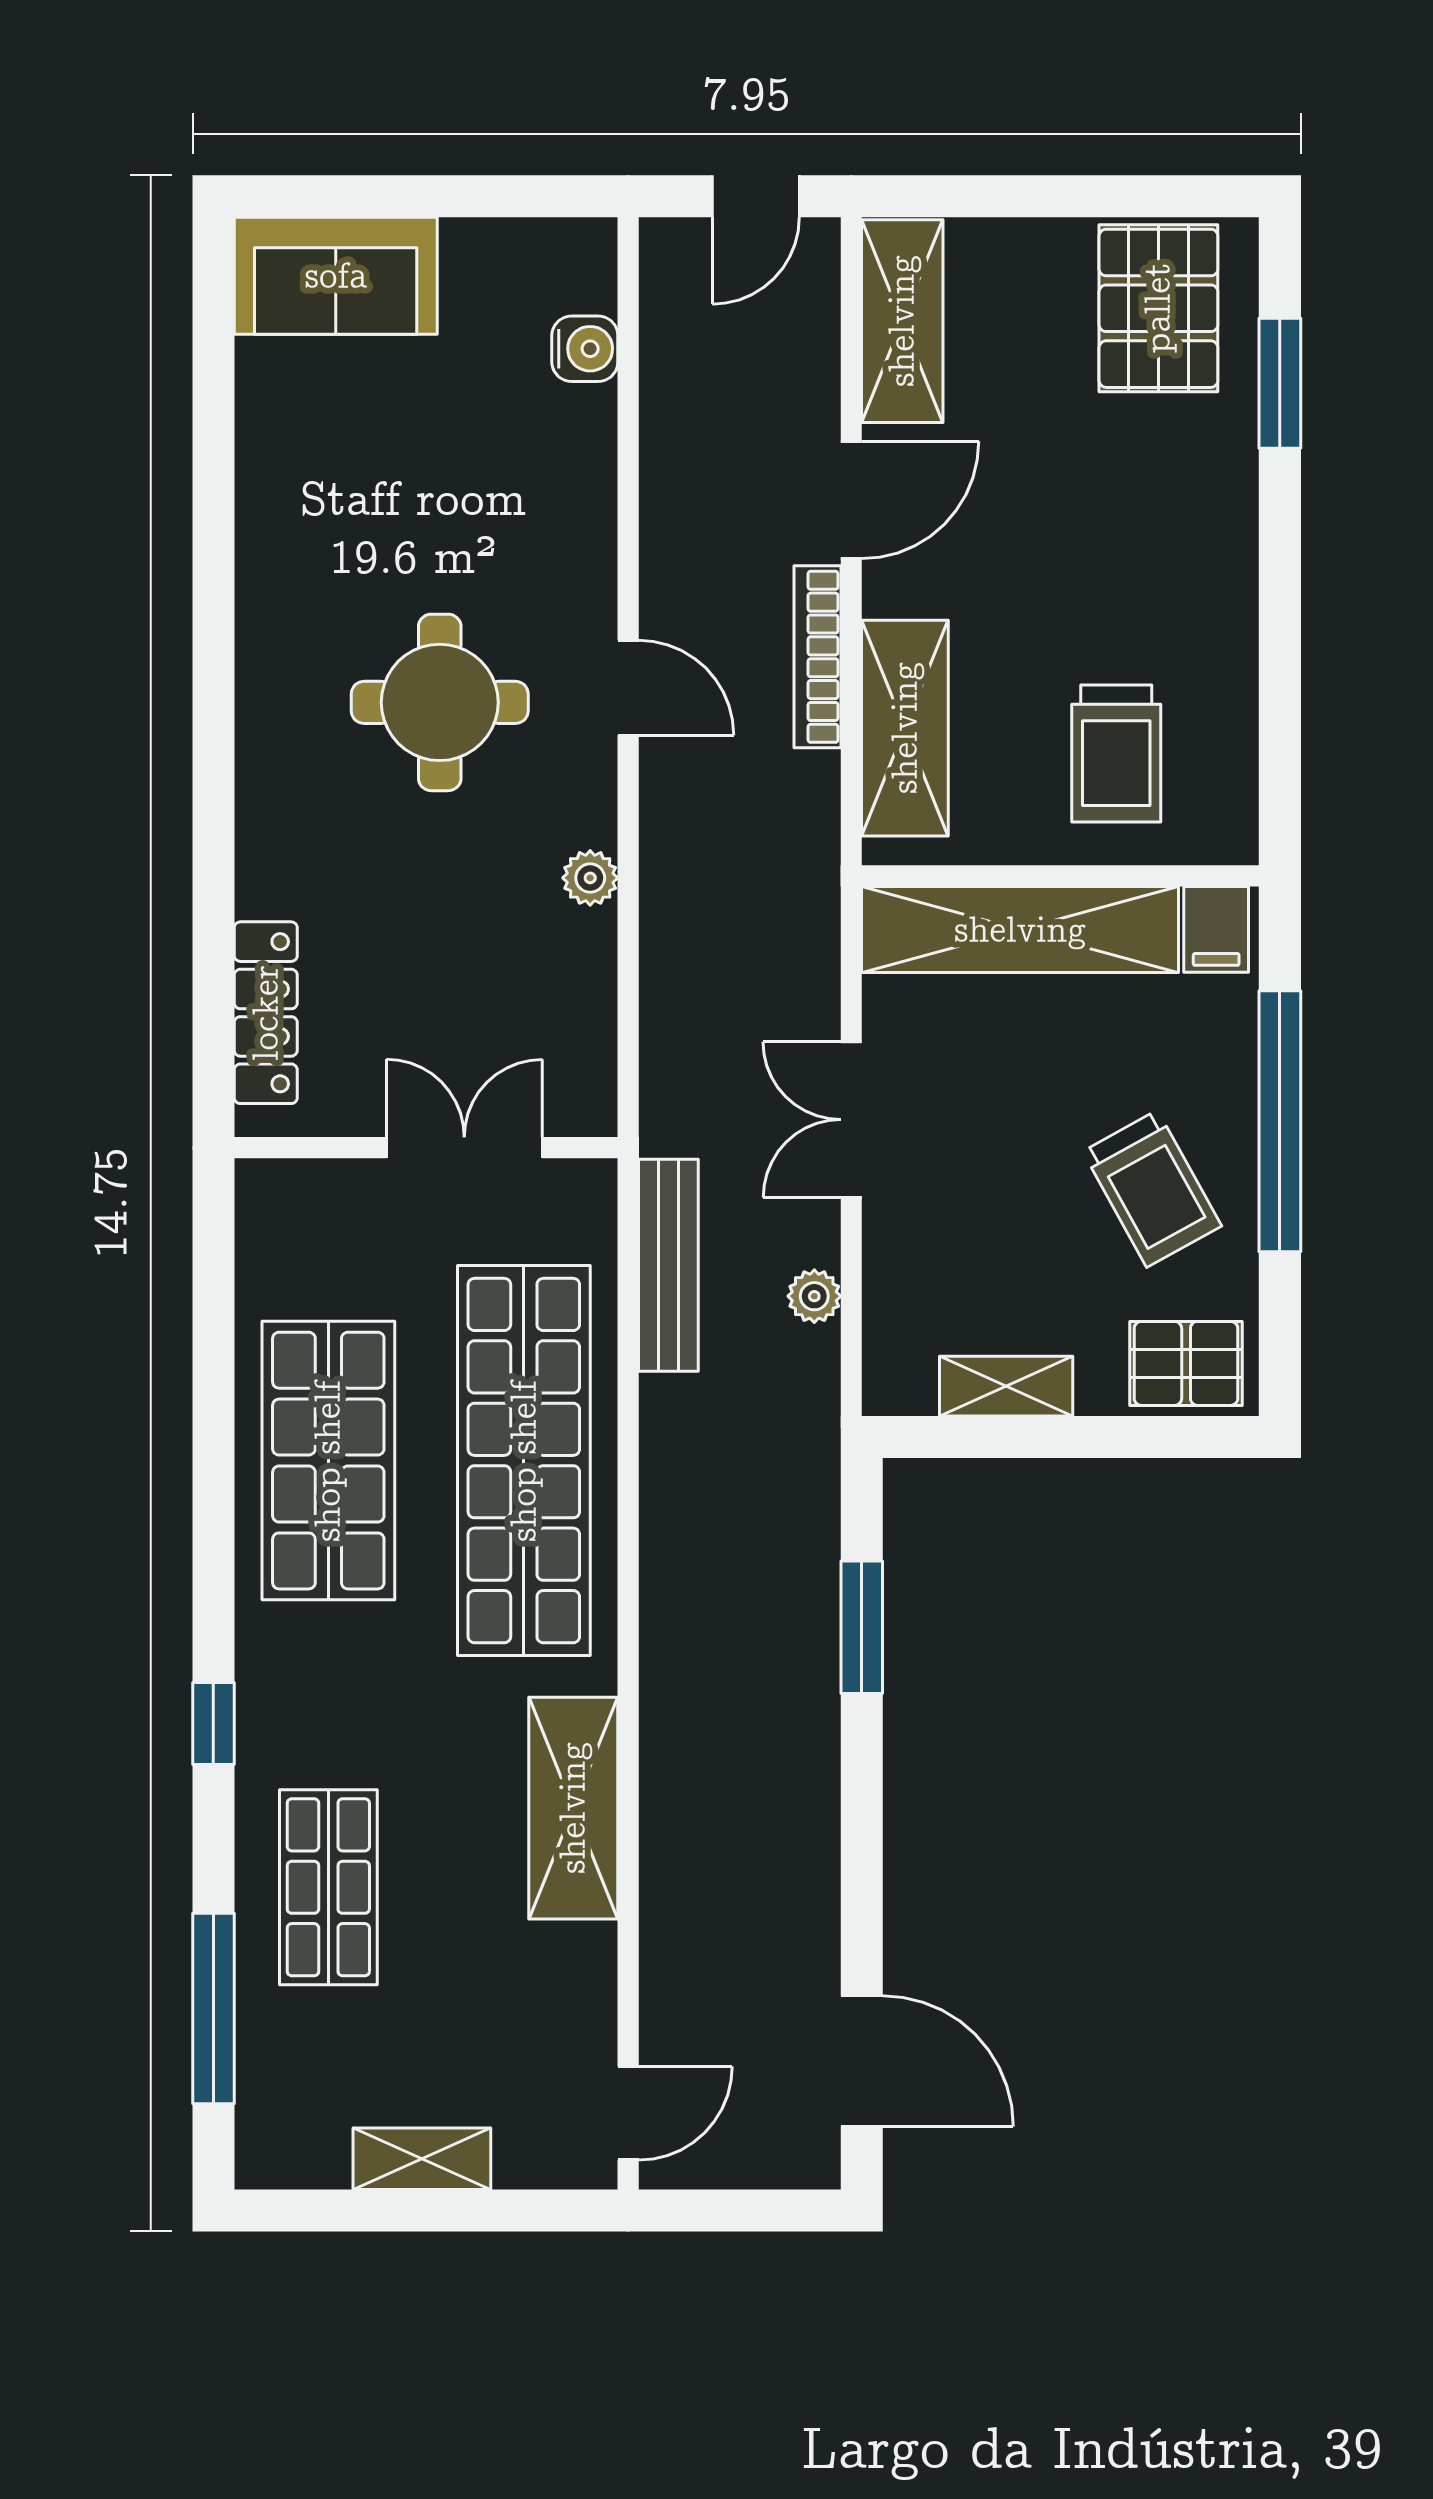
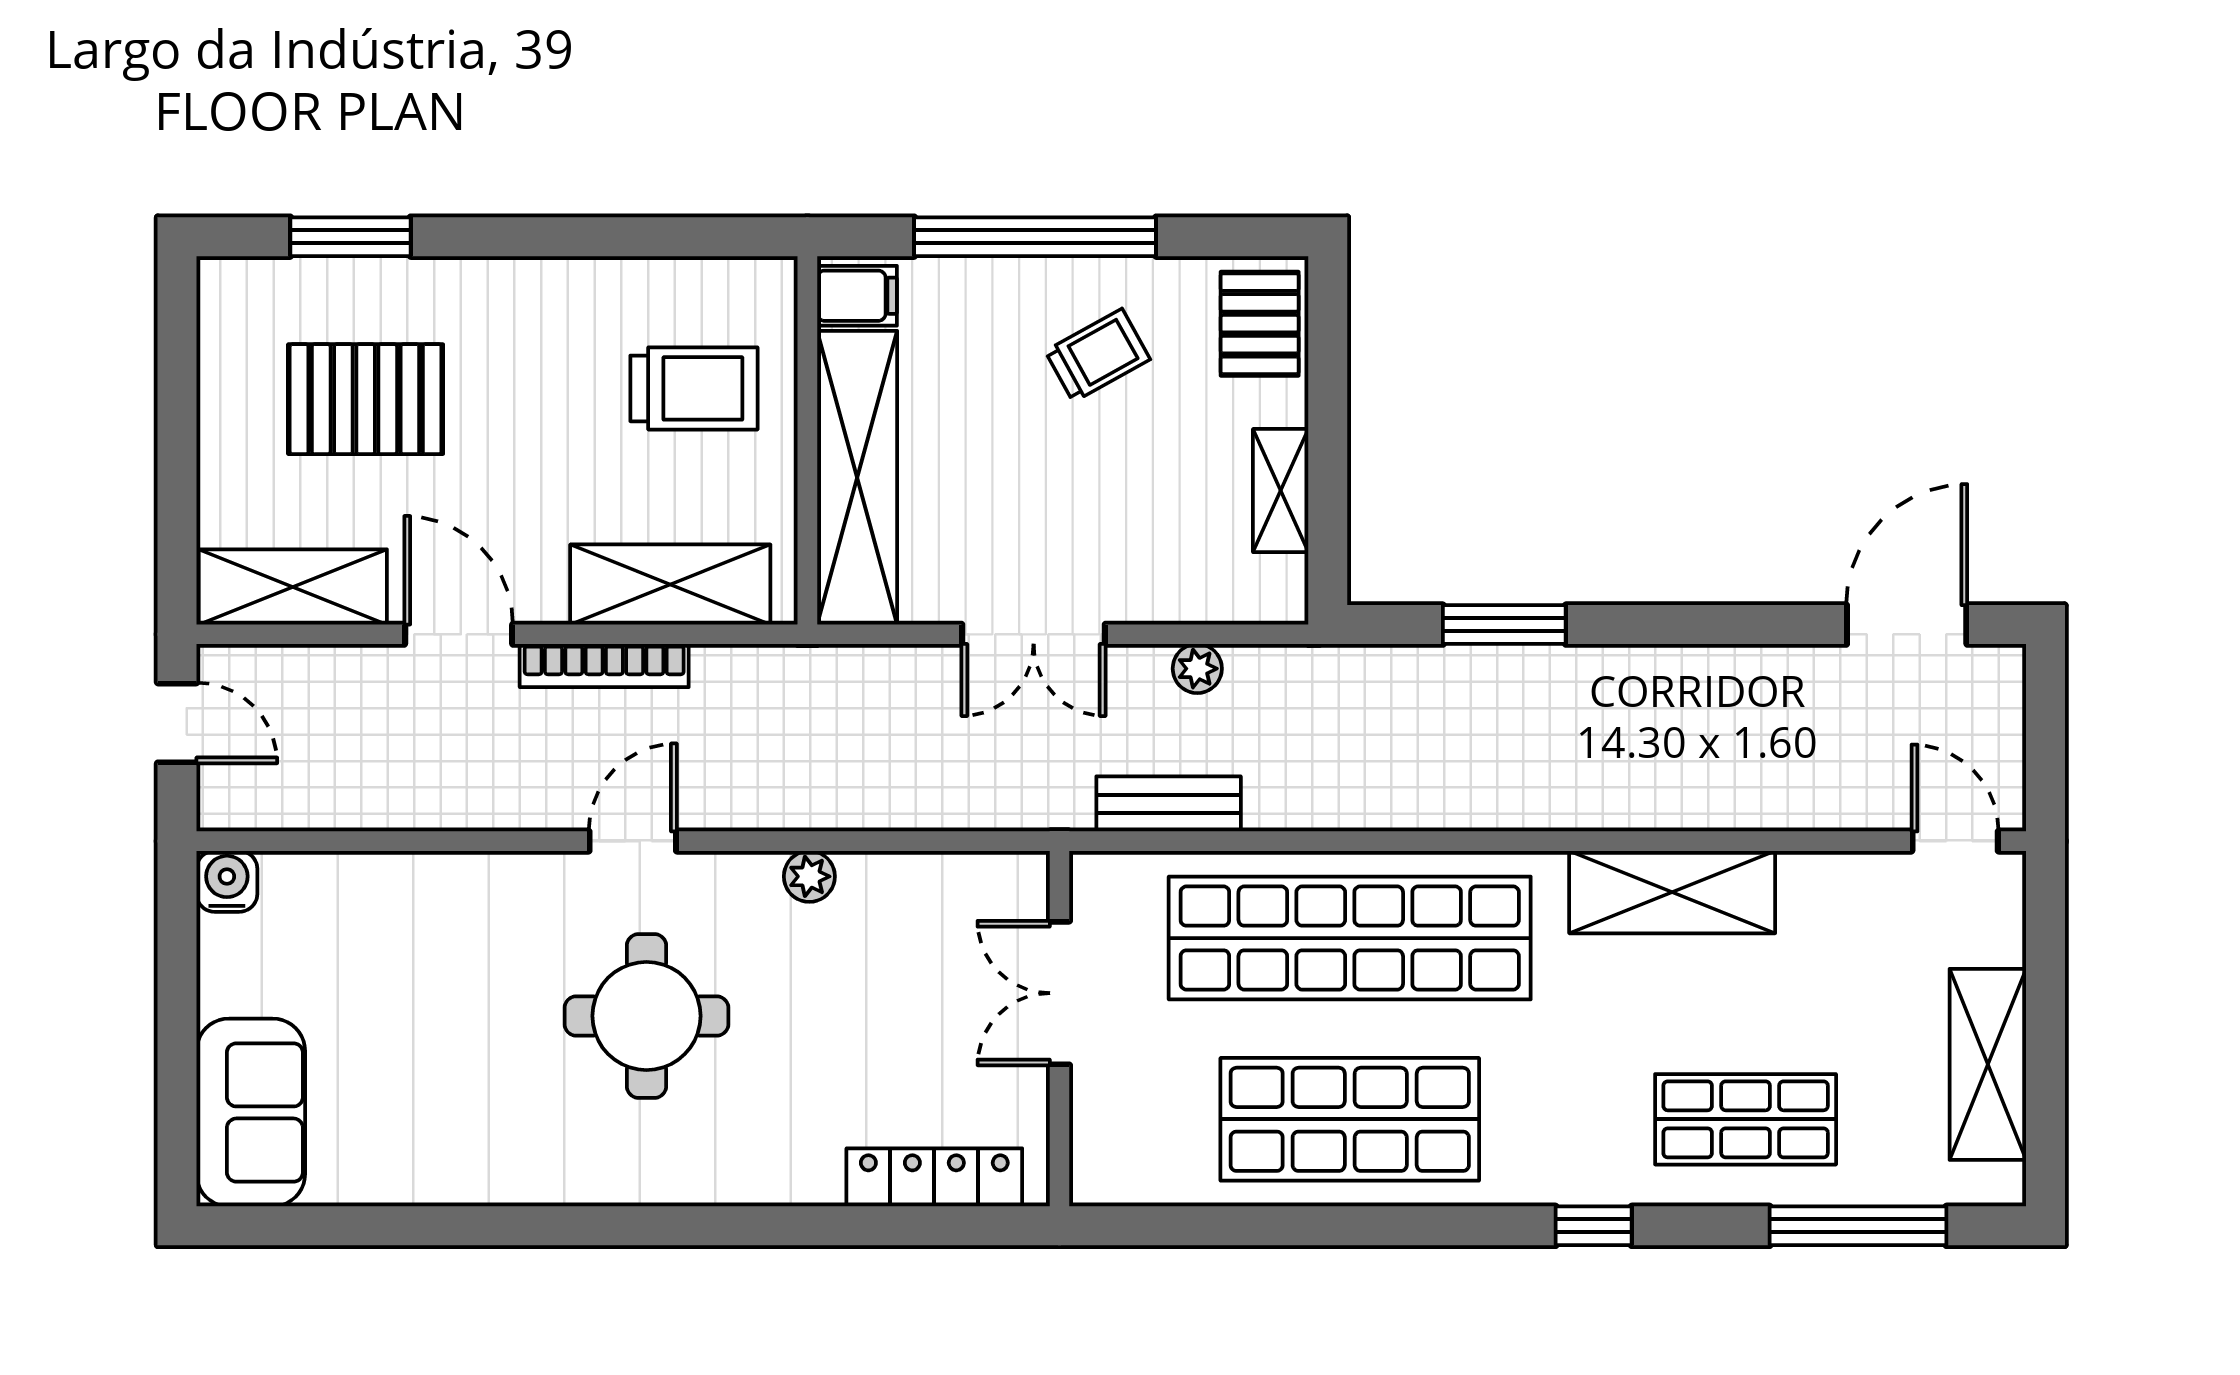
pallet: (1158, 308) -> (366, 399), moved
water cooler: (585, 349) -> (227, 881), moved
trolley: (1152, 1189) -> (1098, 355), width x0.73, depth x0.72
bench: (668, 1265) -> (1169, 804), width x0.73
shelving: (422, 2159) -> (1988, 1064), width x1.50, depth x1.33

